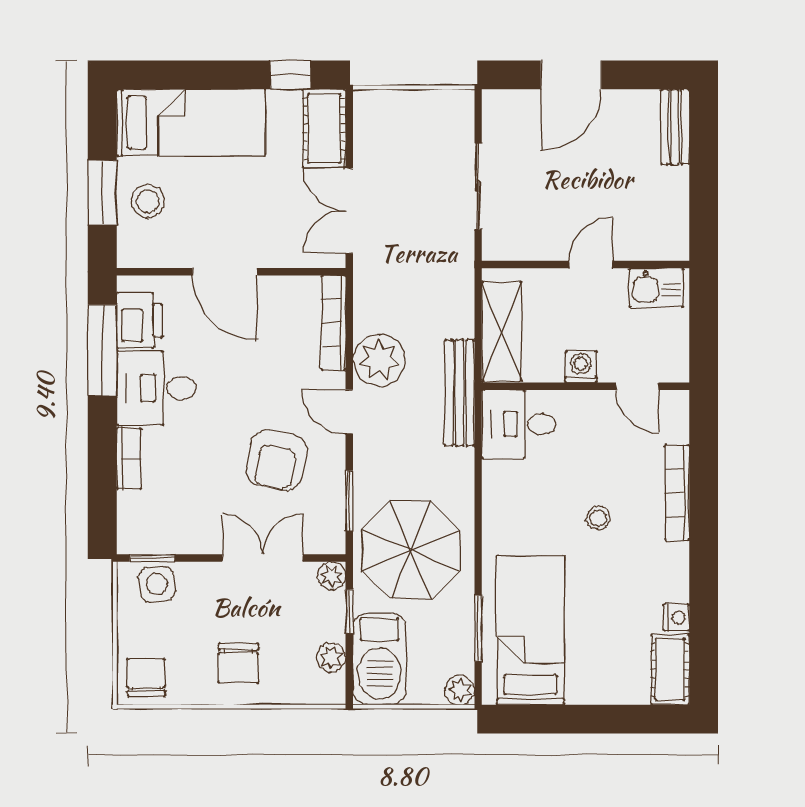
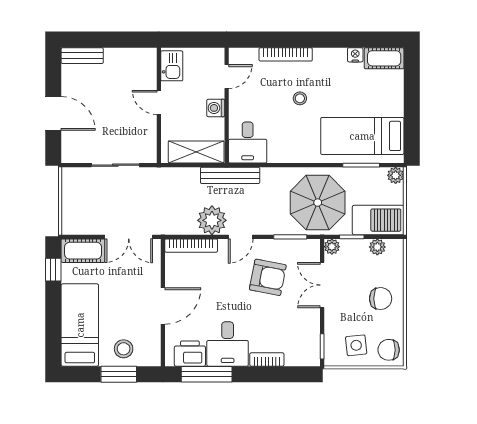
side table: (157, 584) -> (356, 345), moved

